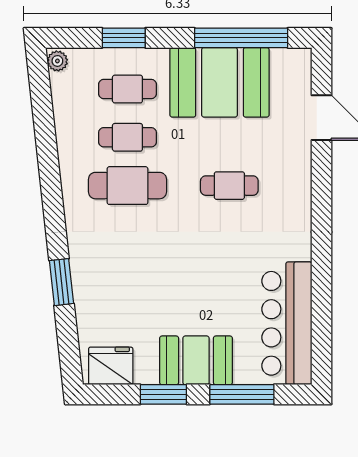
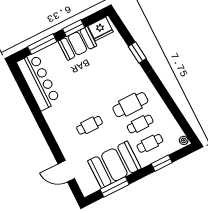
window: (241, 38) -> (115, 187), width x0.68
booth: (196, 360) -> (77, 43), moved

